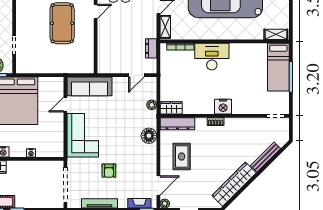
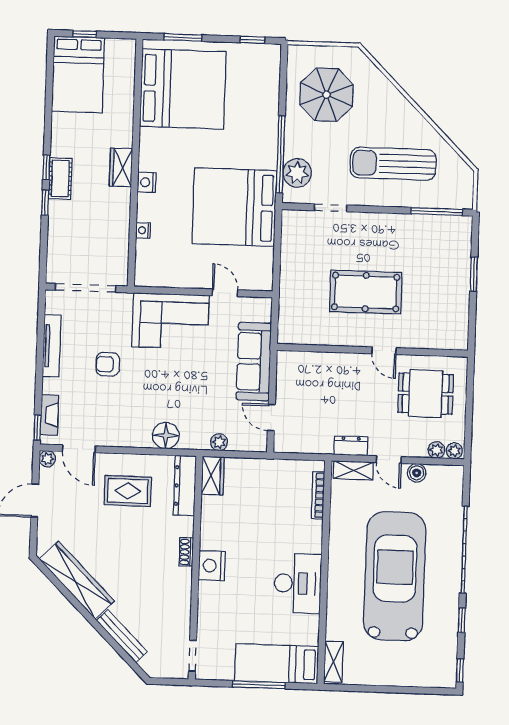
dresser: (151, 48) -> (351, 446), moved
desk: (212, 57) -> (298, 583), moved
sofa: (89, 86) -> (254, 361), moved

